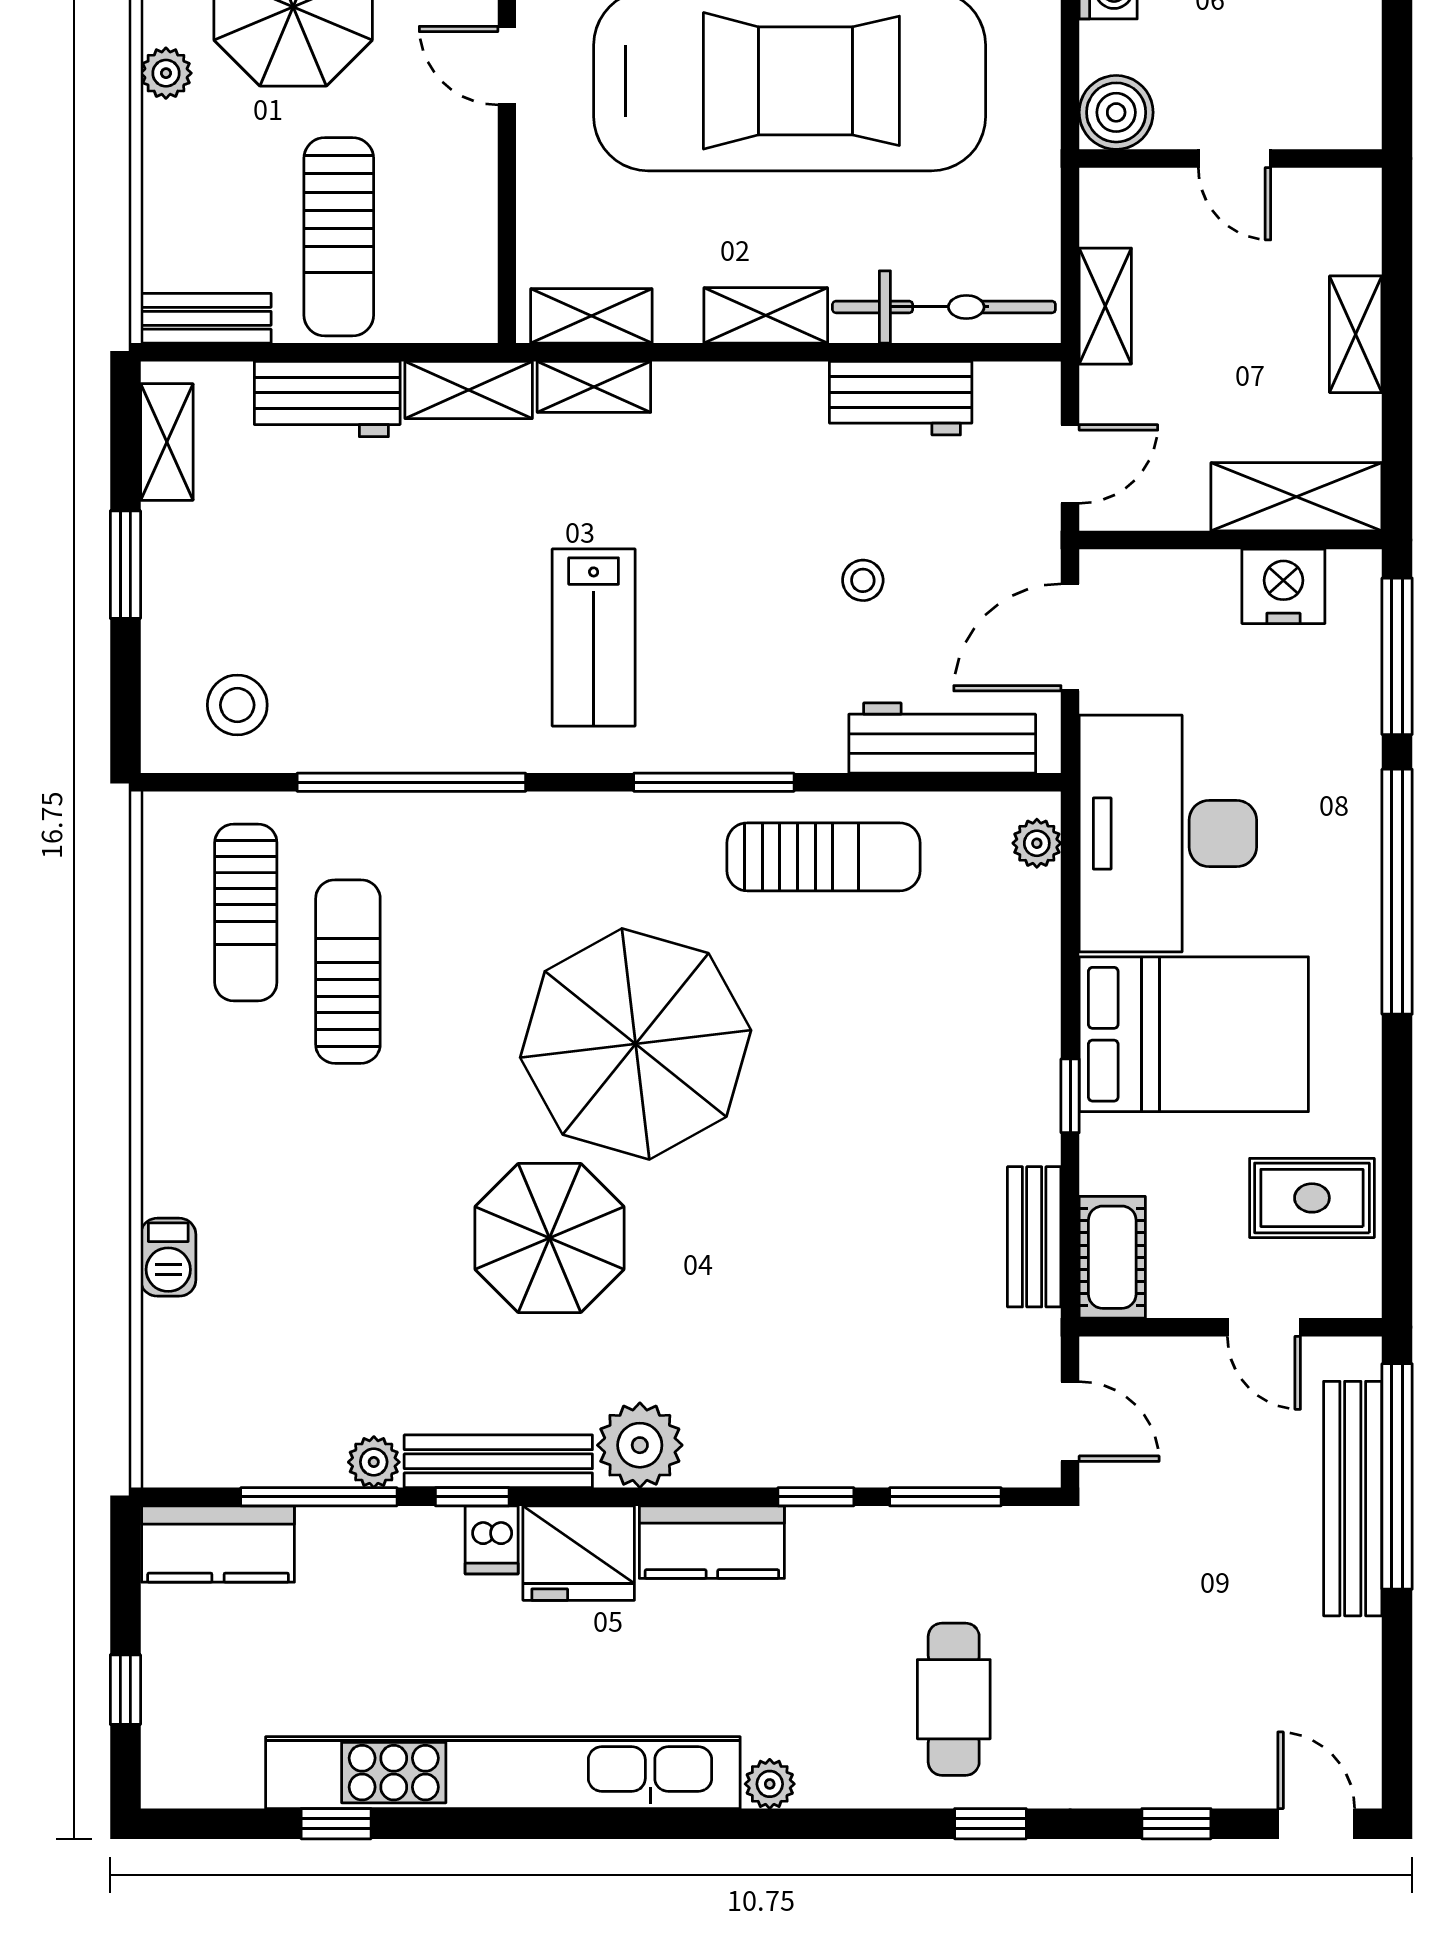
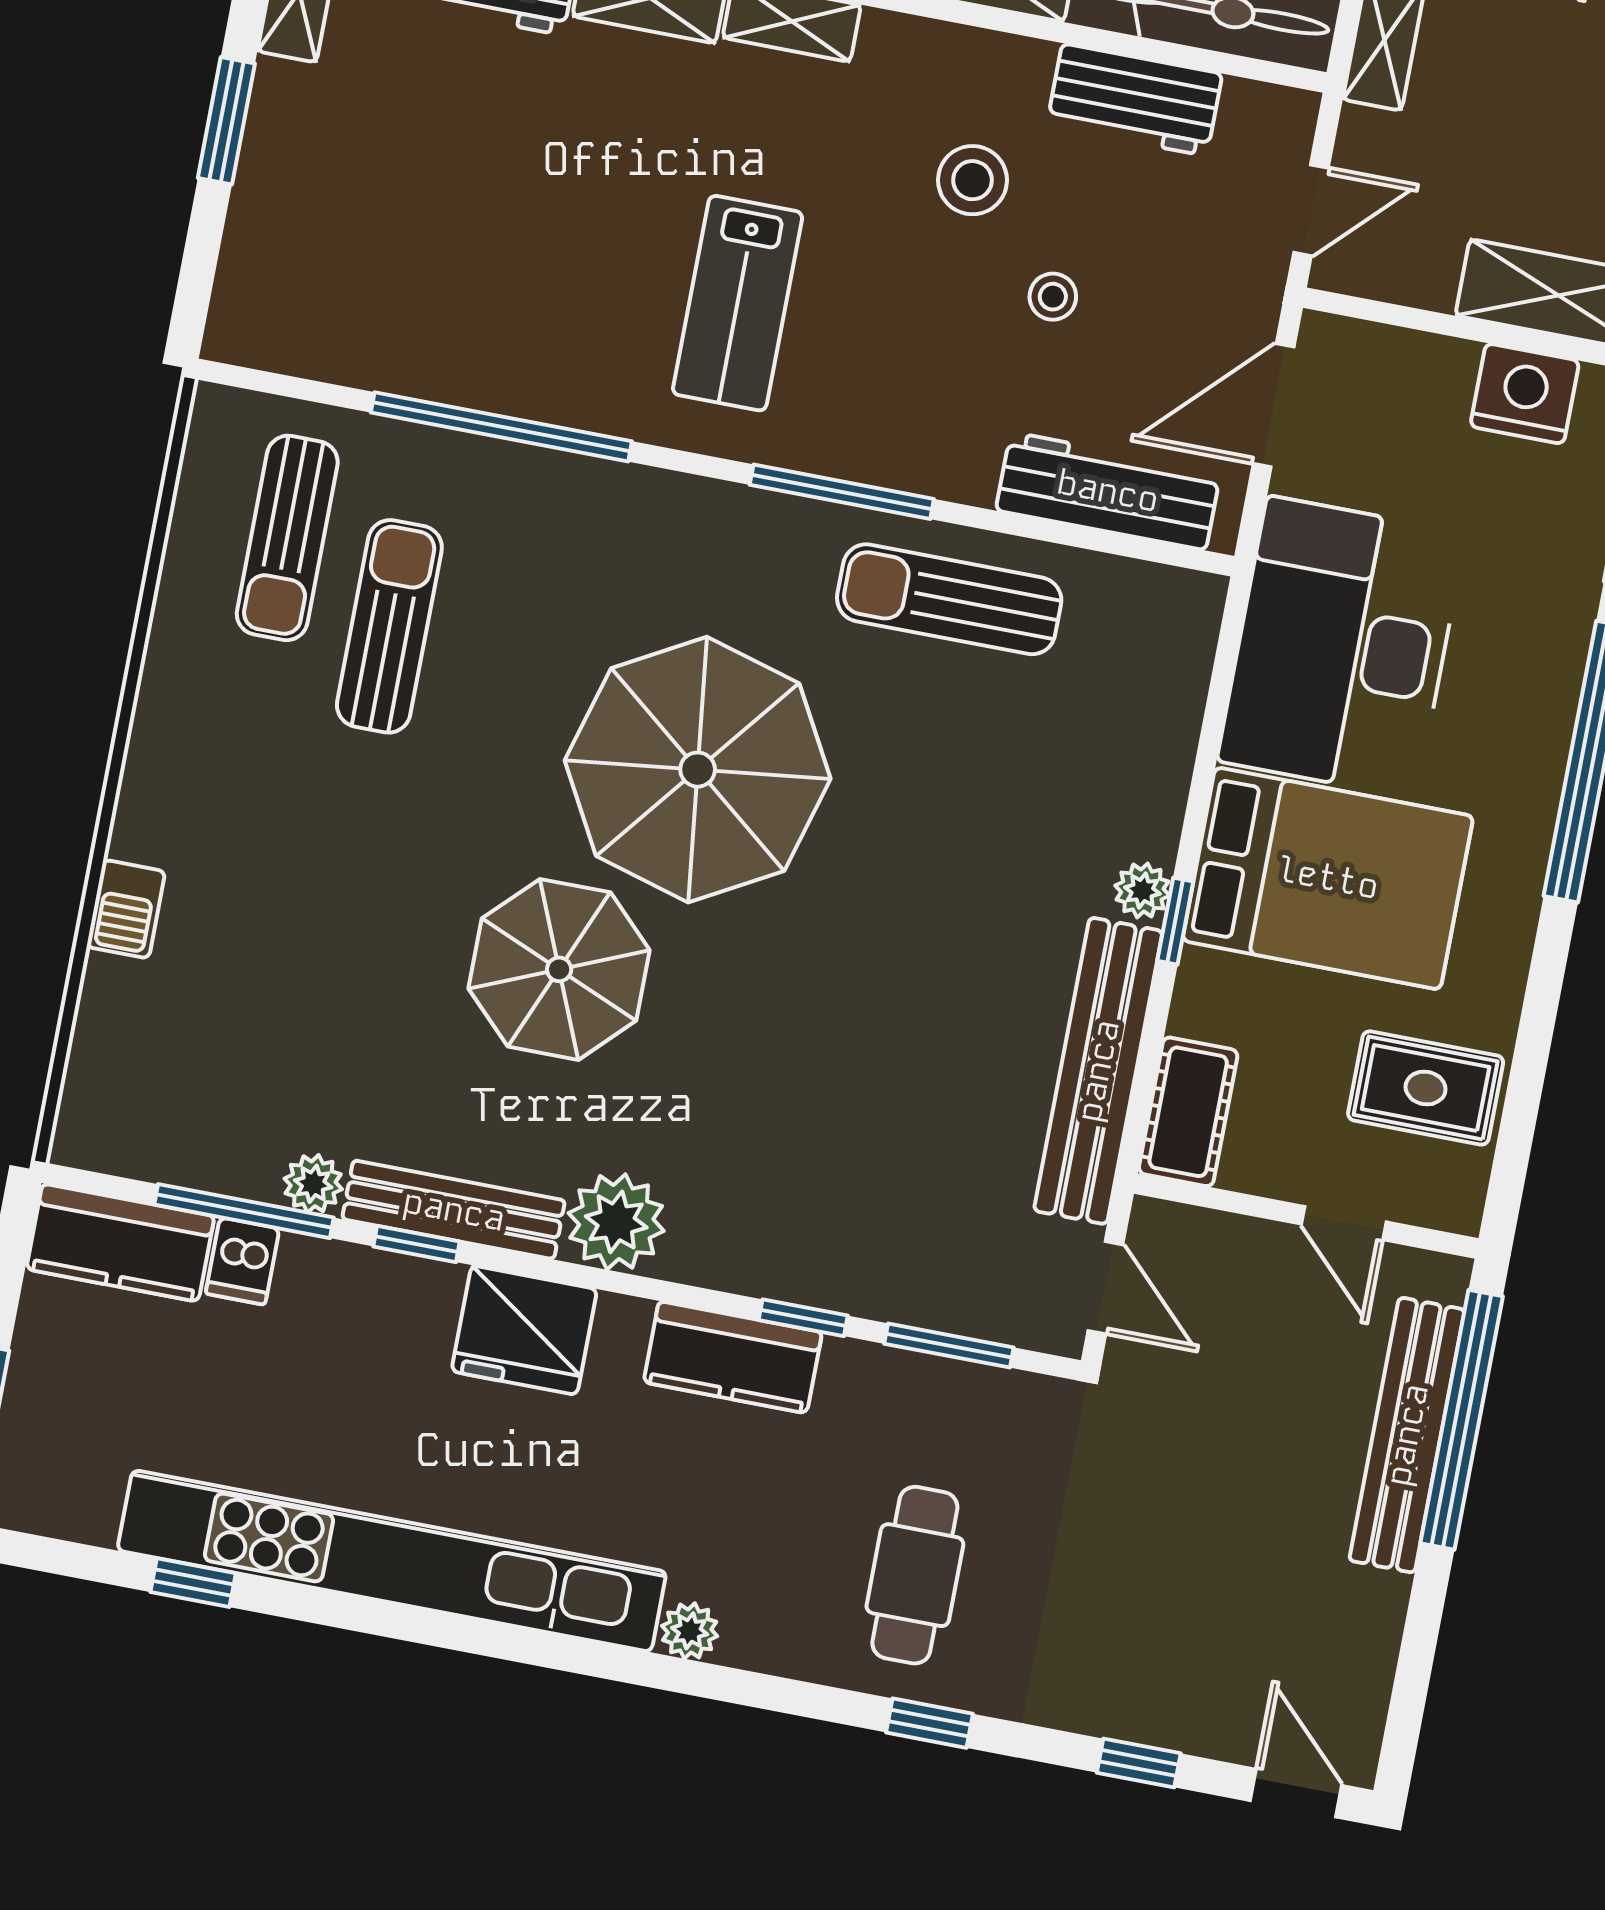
stool: (237, 705) -> (972, 180), moved
plant: (1037, 843) -> (1142, 891), moved
sun lounger: (823, 857) -> (949, 599), turned 180
bench: (1034, 1237) -> (1098, 1071), width x1.86, depth x1.21
dishwasher: (492, 1540) -> (242, 1261), moved
kitchen counter: (712, 1542) -> (733, 1357), moved

